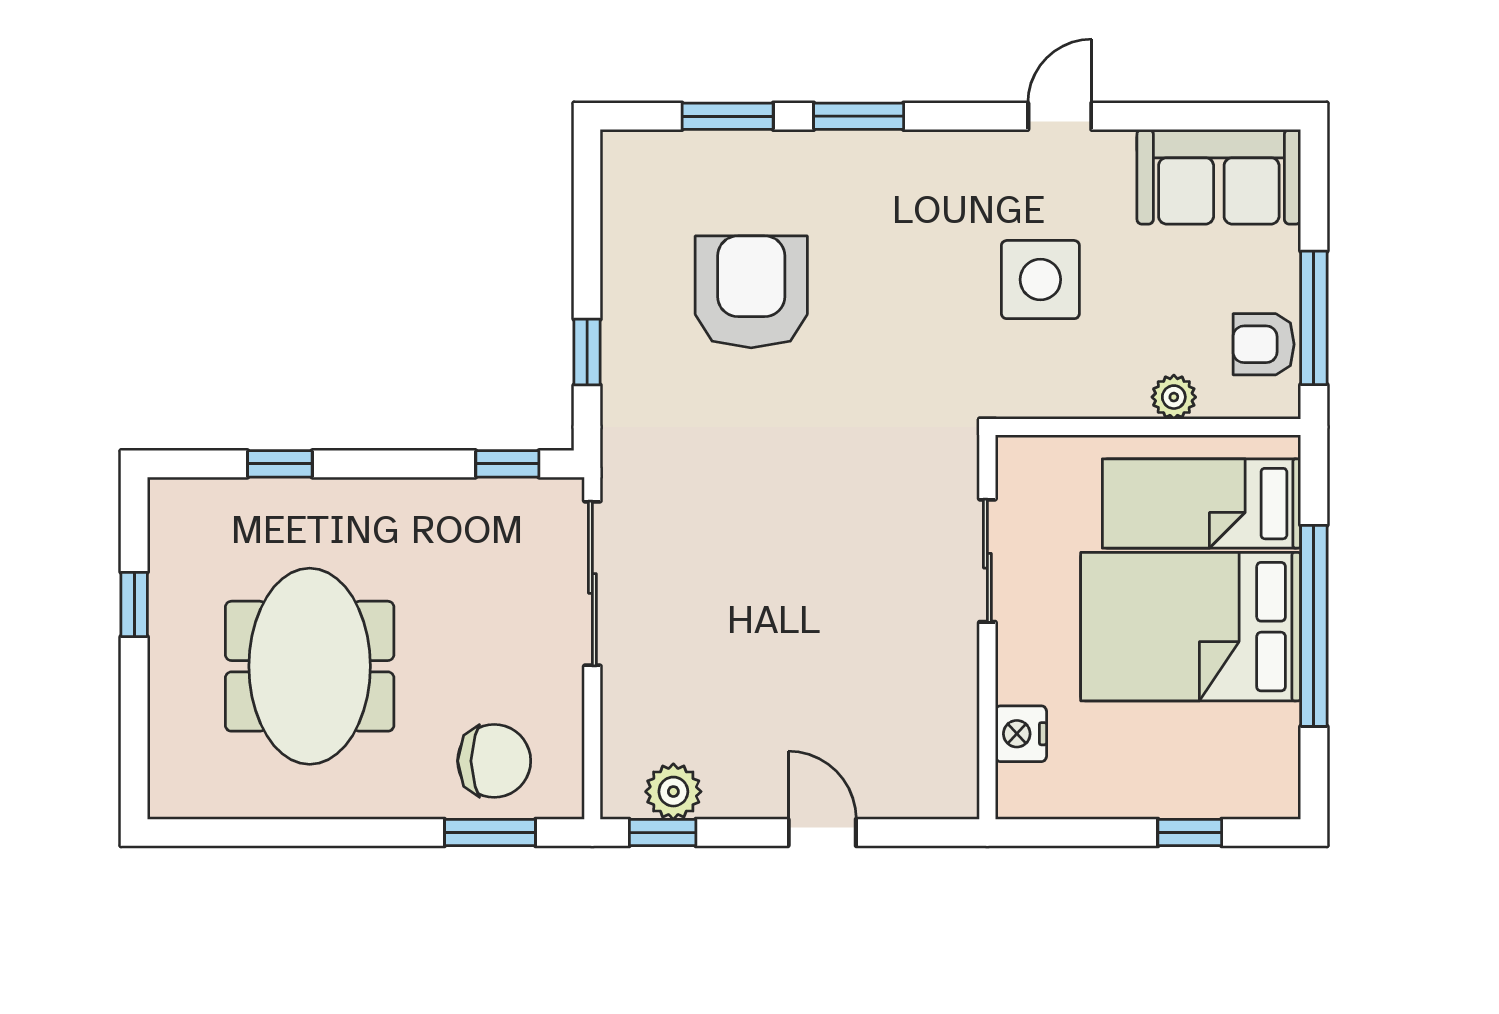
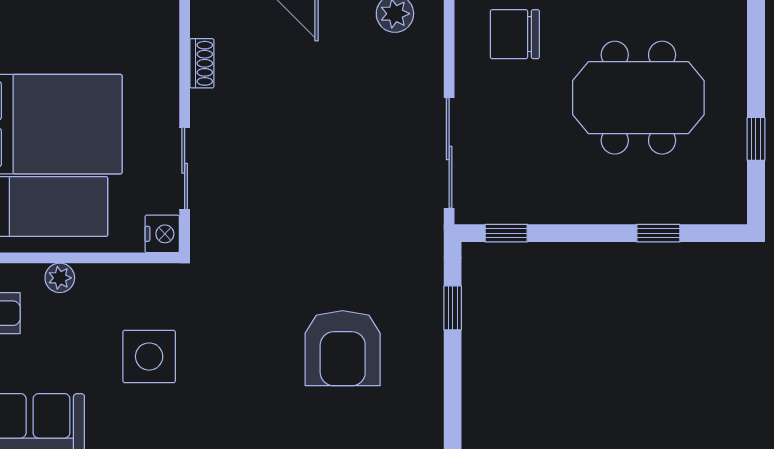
meeting table: (310, 666) -> (638, 98), turned 90
shoe rack: (962, 717) -> (202, 63), added
nightstand: (1021, 734) -> (162, 234), moved

